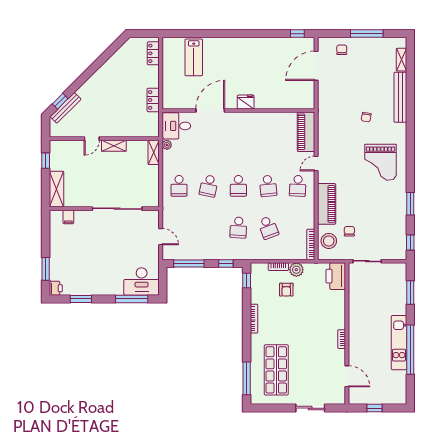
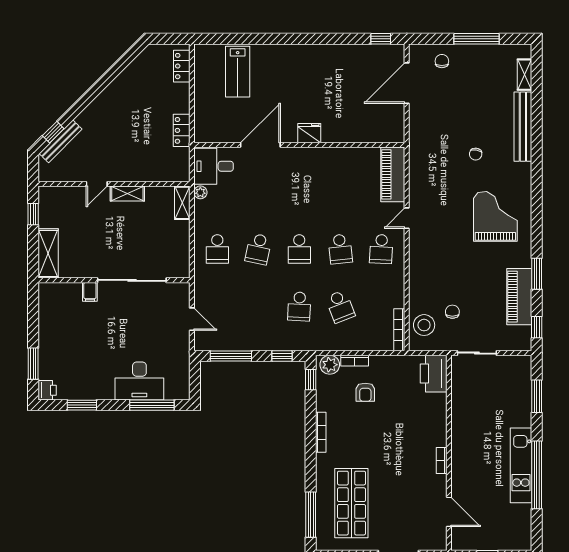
grand piano: (381, 162) -> (495, 216), turned 180
piano: (327, 204) -> (519, 297), moved, turned 180
filing cabinet: (68, 217) -> (90, 292), moved
plant: (296, 270) -> (330, 365), moved
desk: (142, 281) -> (139, 381), moved

